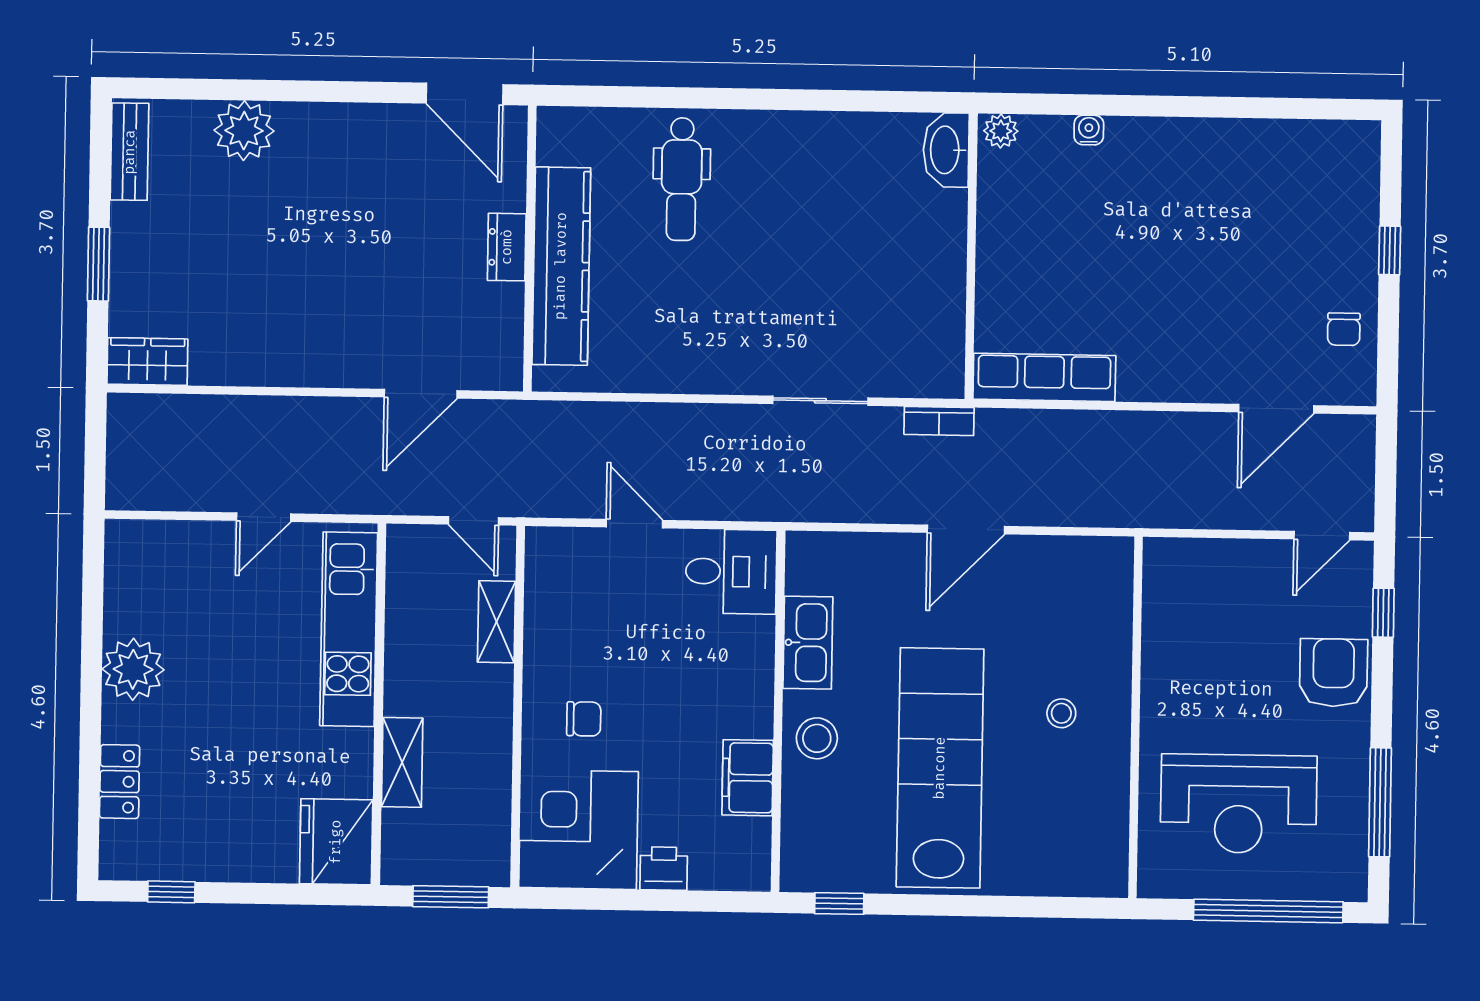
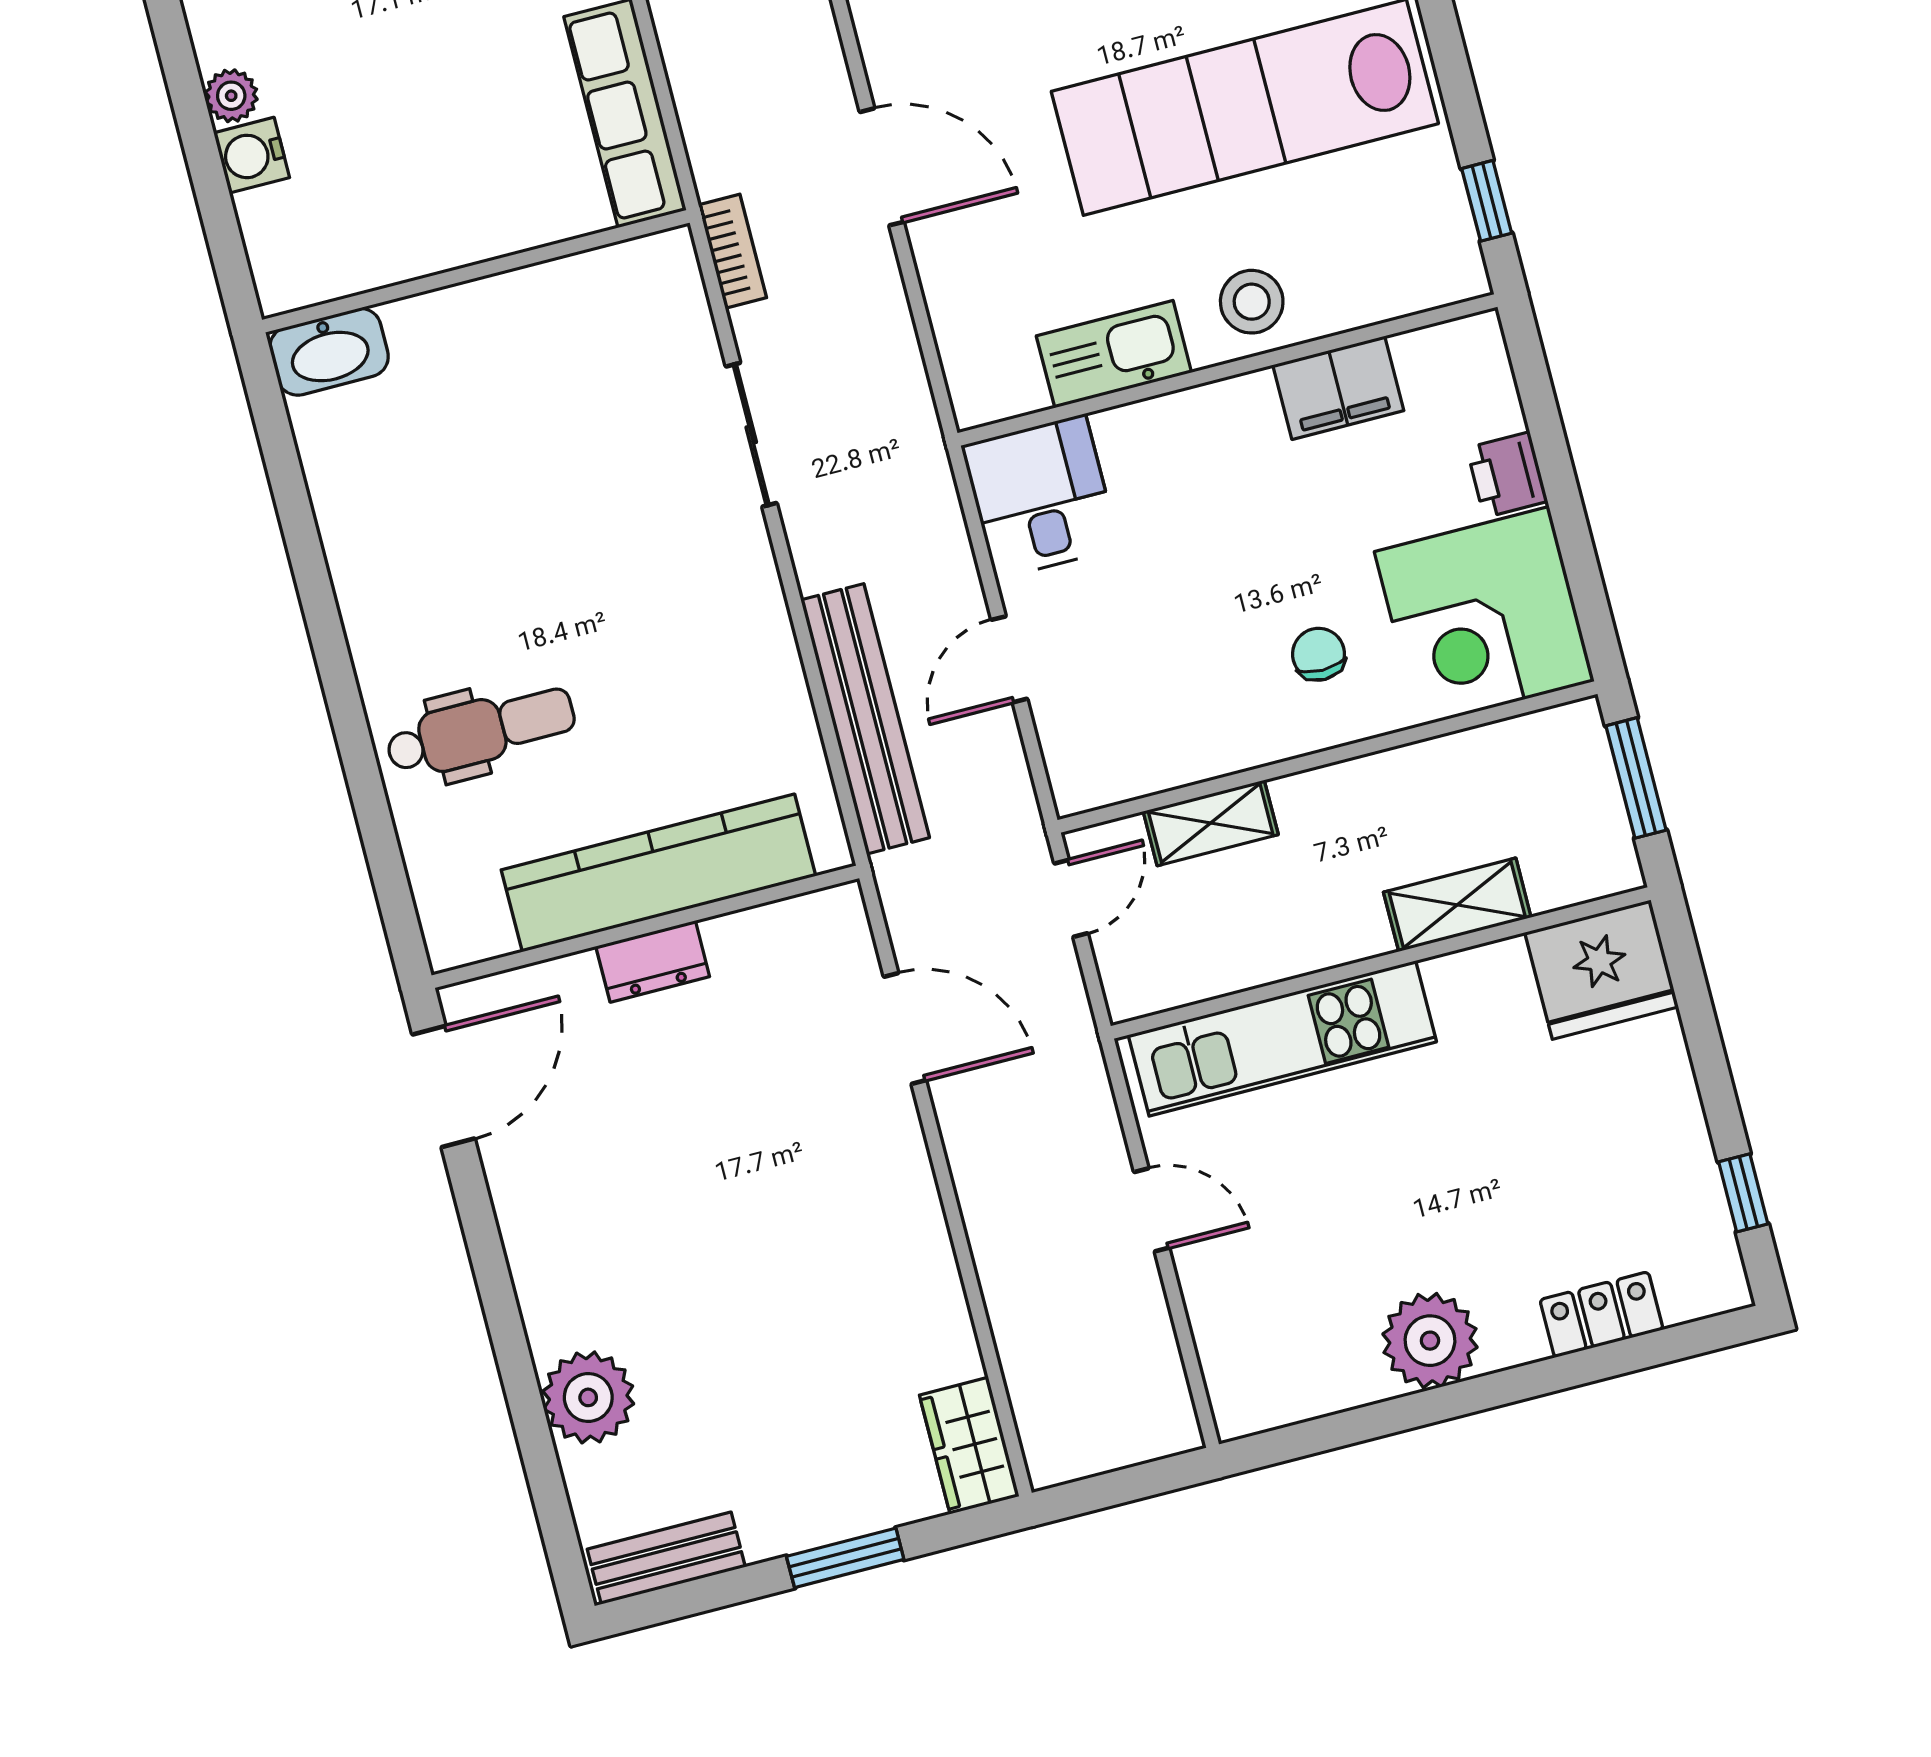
water cooler: (1089, 130) -> (252, 155), width x1.38, depth x1.38
plant: (1001, 131) -> (231, 96), moved
bench: (622, 423) -> (865, 719), added

